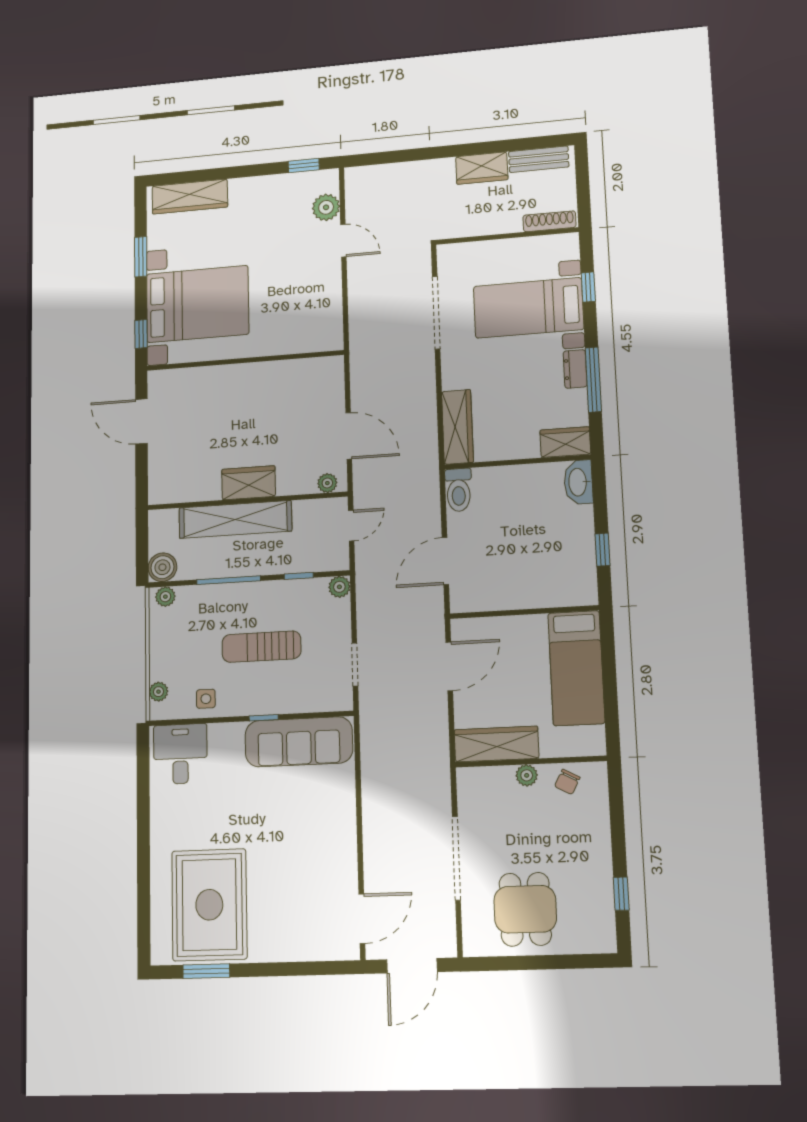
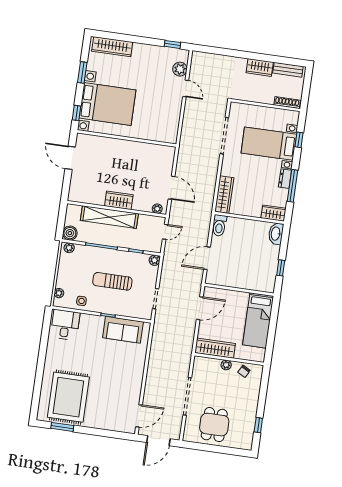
sofa: (299, 742) -> (123, 330), width x0.73

